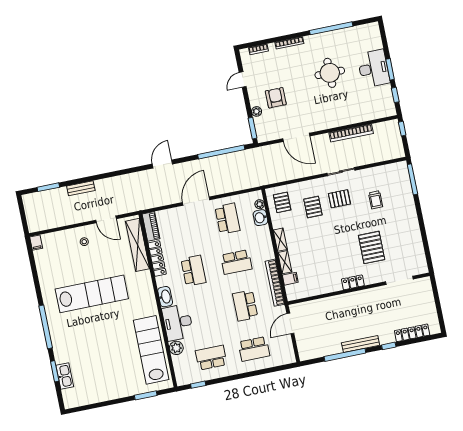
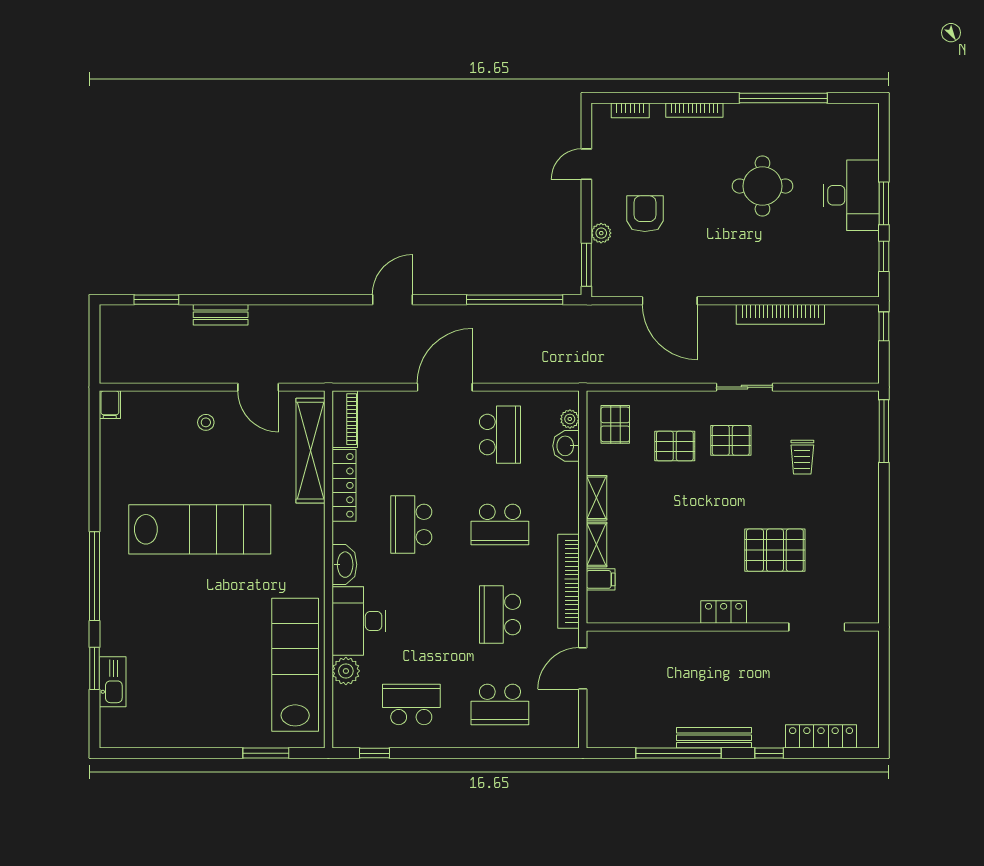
pallet: (313, 207) -> (675, 446), turned 90
pallet: (372, 247) -> (775, 550), turned 90
school desk: (193, 271) -> (411, 525), turned 180

